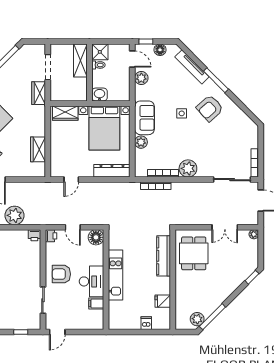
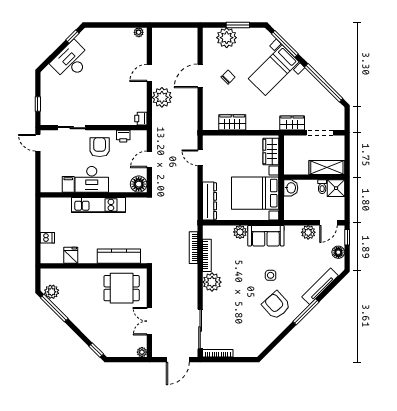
printer: (51, 236) -> (123, 136), moved

